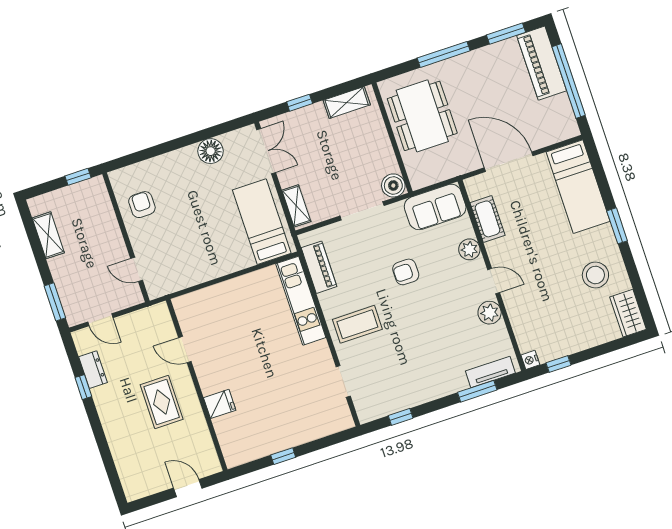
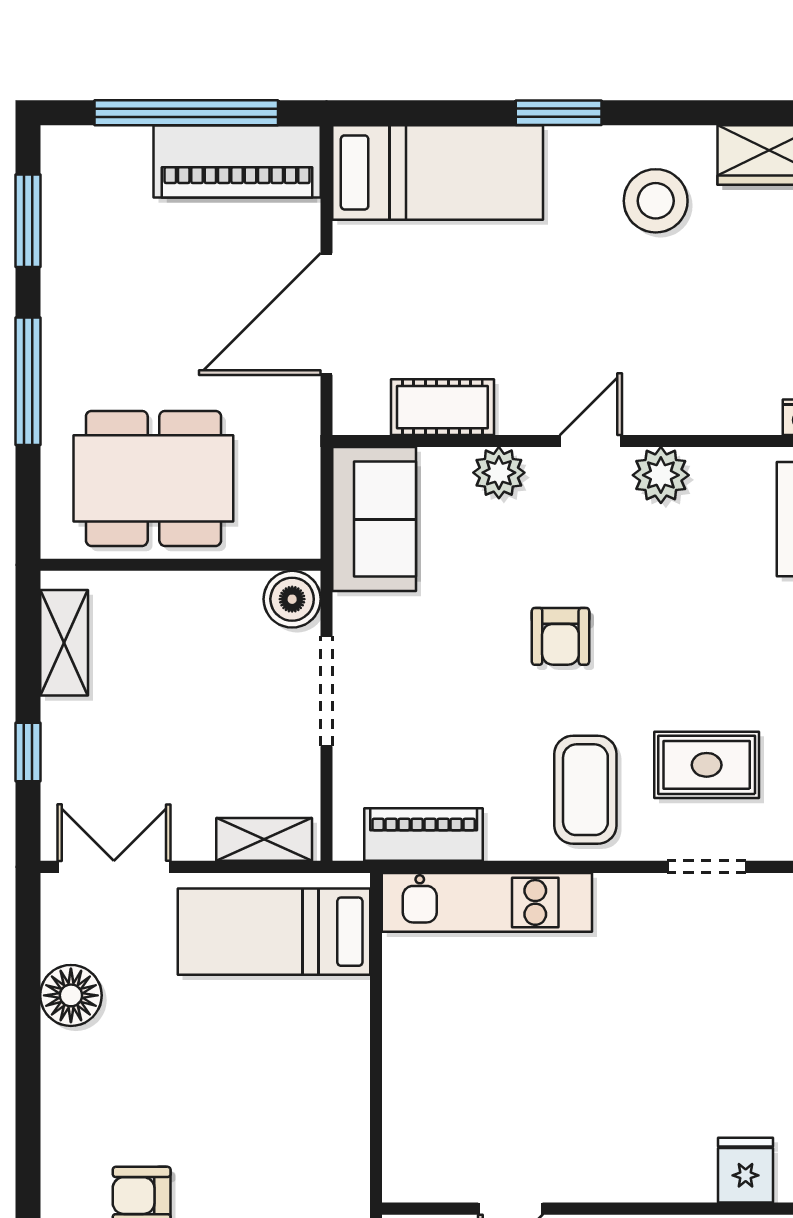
piano: (542, 63) -> (237, 161), moved
armchair: (406, 272) -> (560, 636), moved
rug: (383, 368) -> (707, 765), added
fridge: (220, 404) -> (746, 1170), moved

